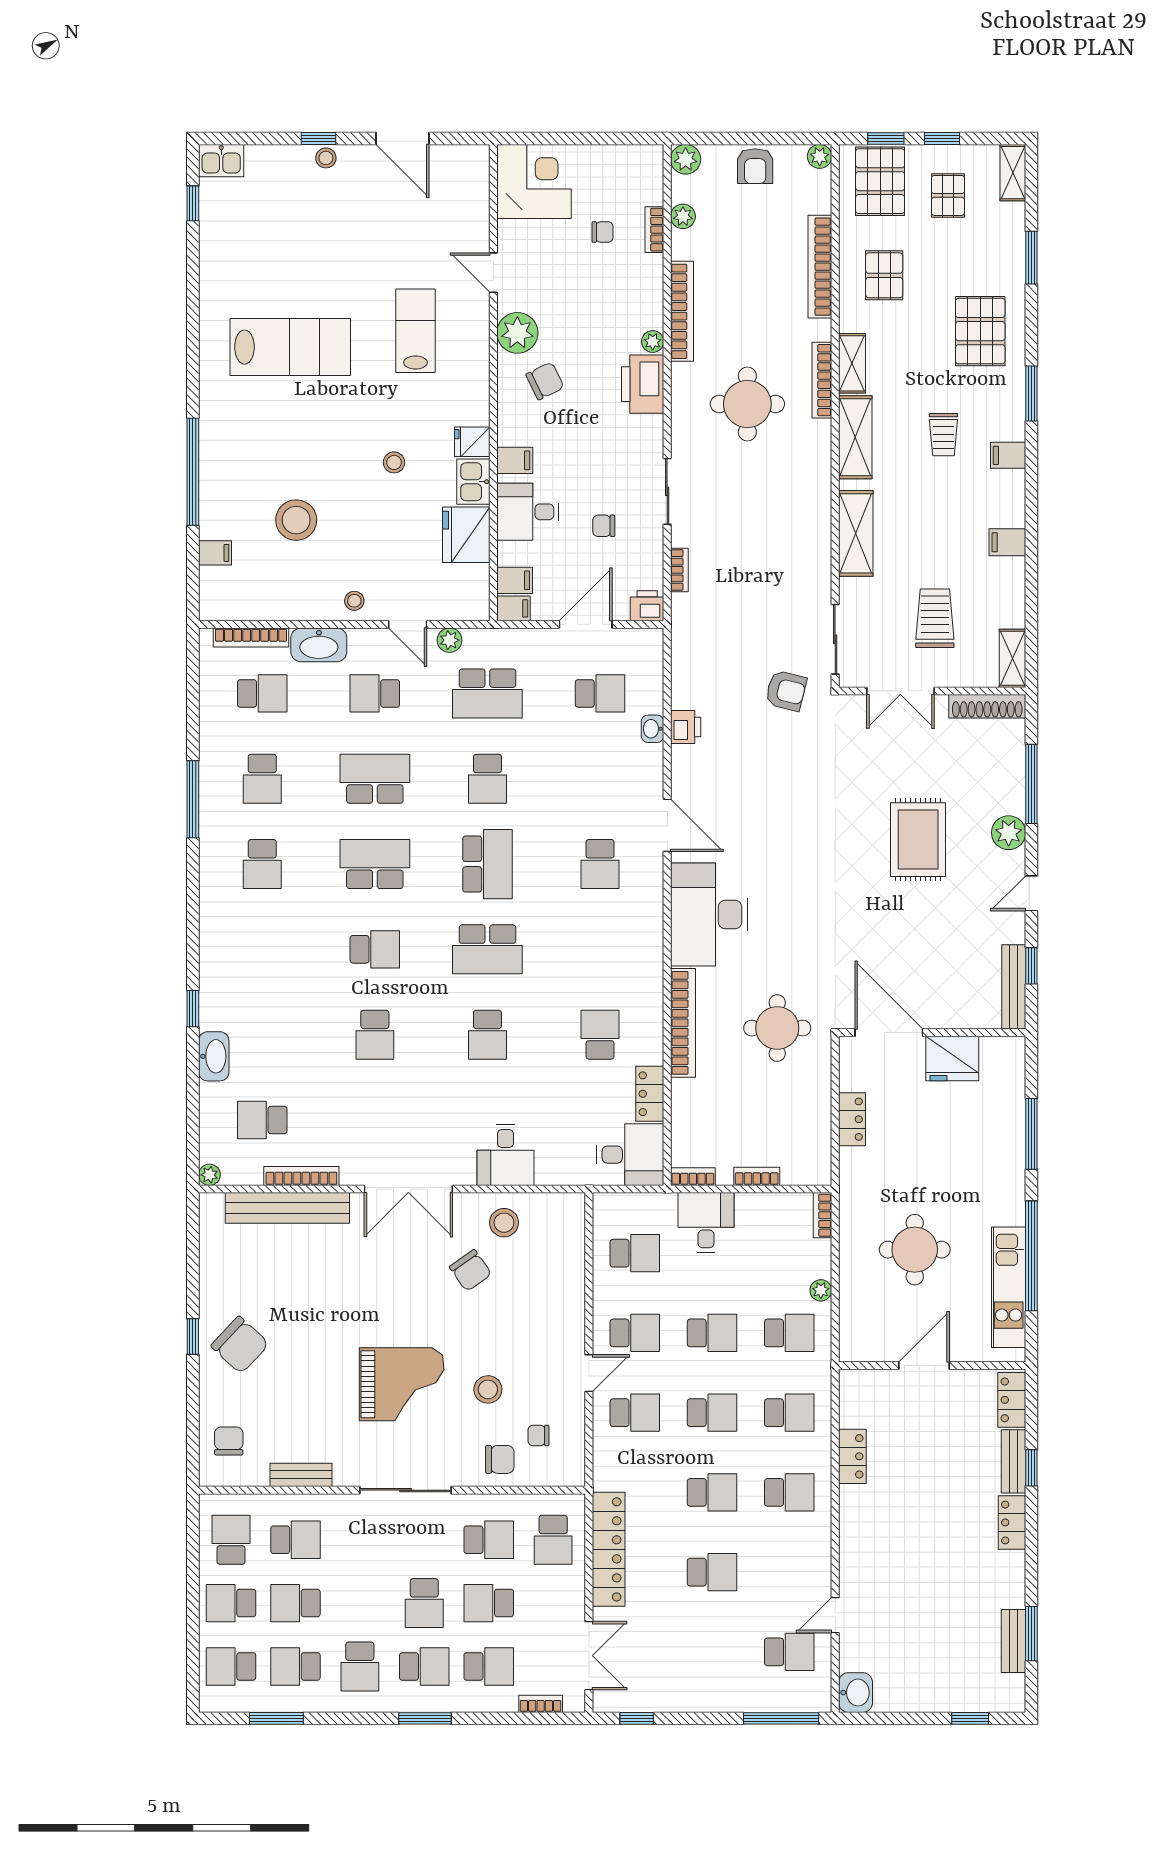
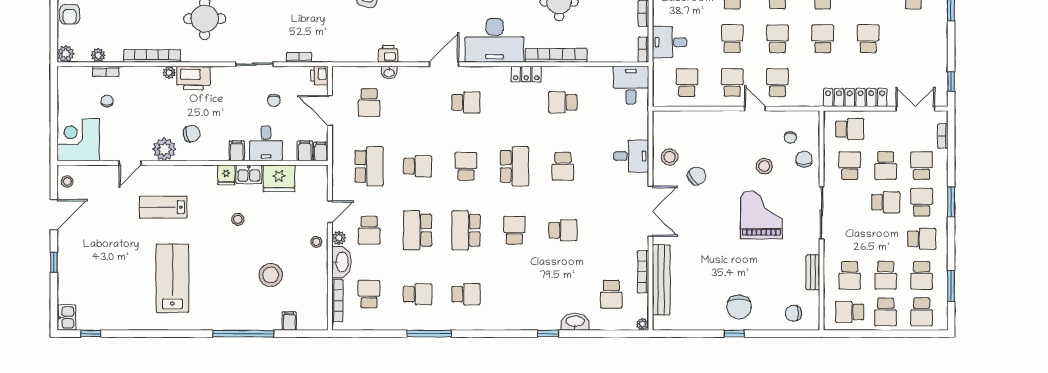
stool: (326, 158) -> (67, 182), moved
armchair: (755, 166) -> (70, 14), turned 90
chair: (545, 381) -> (192, 134), turned 104
plant: (450, 640) -> (339, 238), moved
school desk: (600, 693) -> (369, 102), turned 180
school desk: (487, 864) -> (466, 166), width x0.54
school desk: (487, 1035) -> (563, 166), turned 90
locker: (650, 1094) -> (526, 74), moved
chair: (240, 1345) -> (739, 307), turned 137
school desk: (295, 1540) -> (850, 275), turned 180

